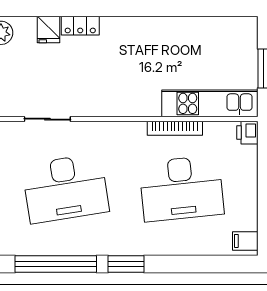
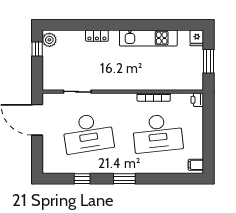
fridge: (49, 30) -> (197, 38), moved
kitchen unit: (210, 103) -> (148, 38), moved, turned 180
window: (56, 264) -> (82, 179), width x0.32

